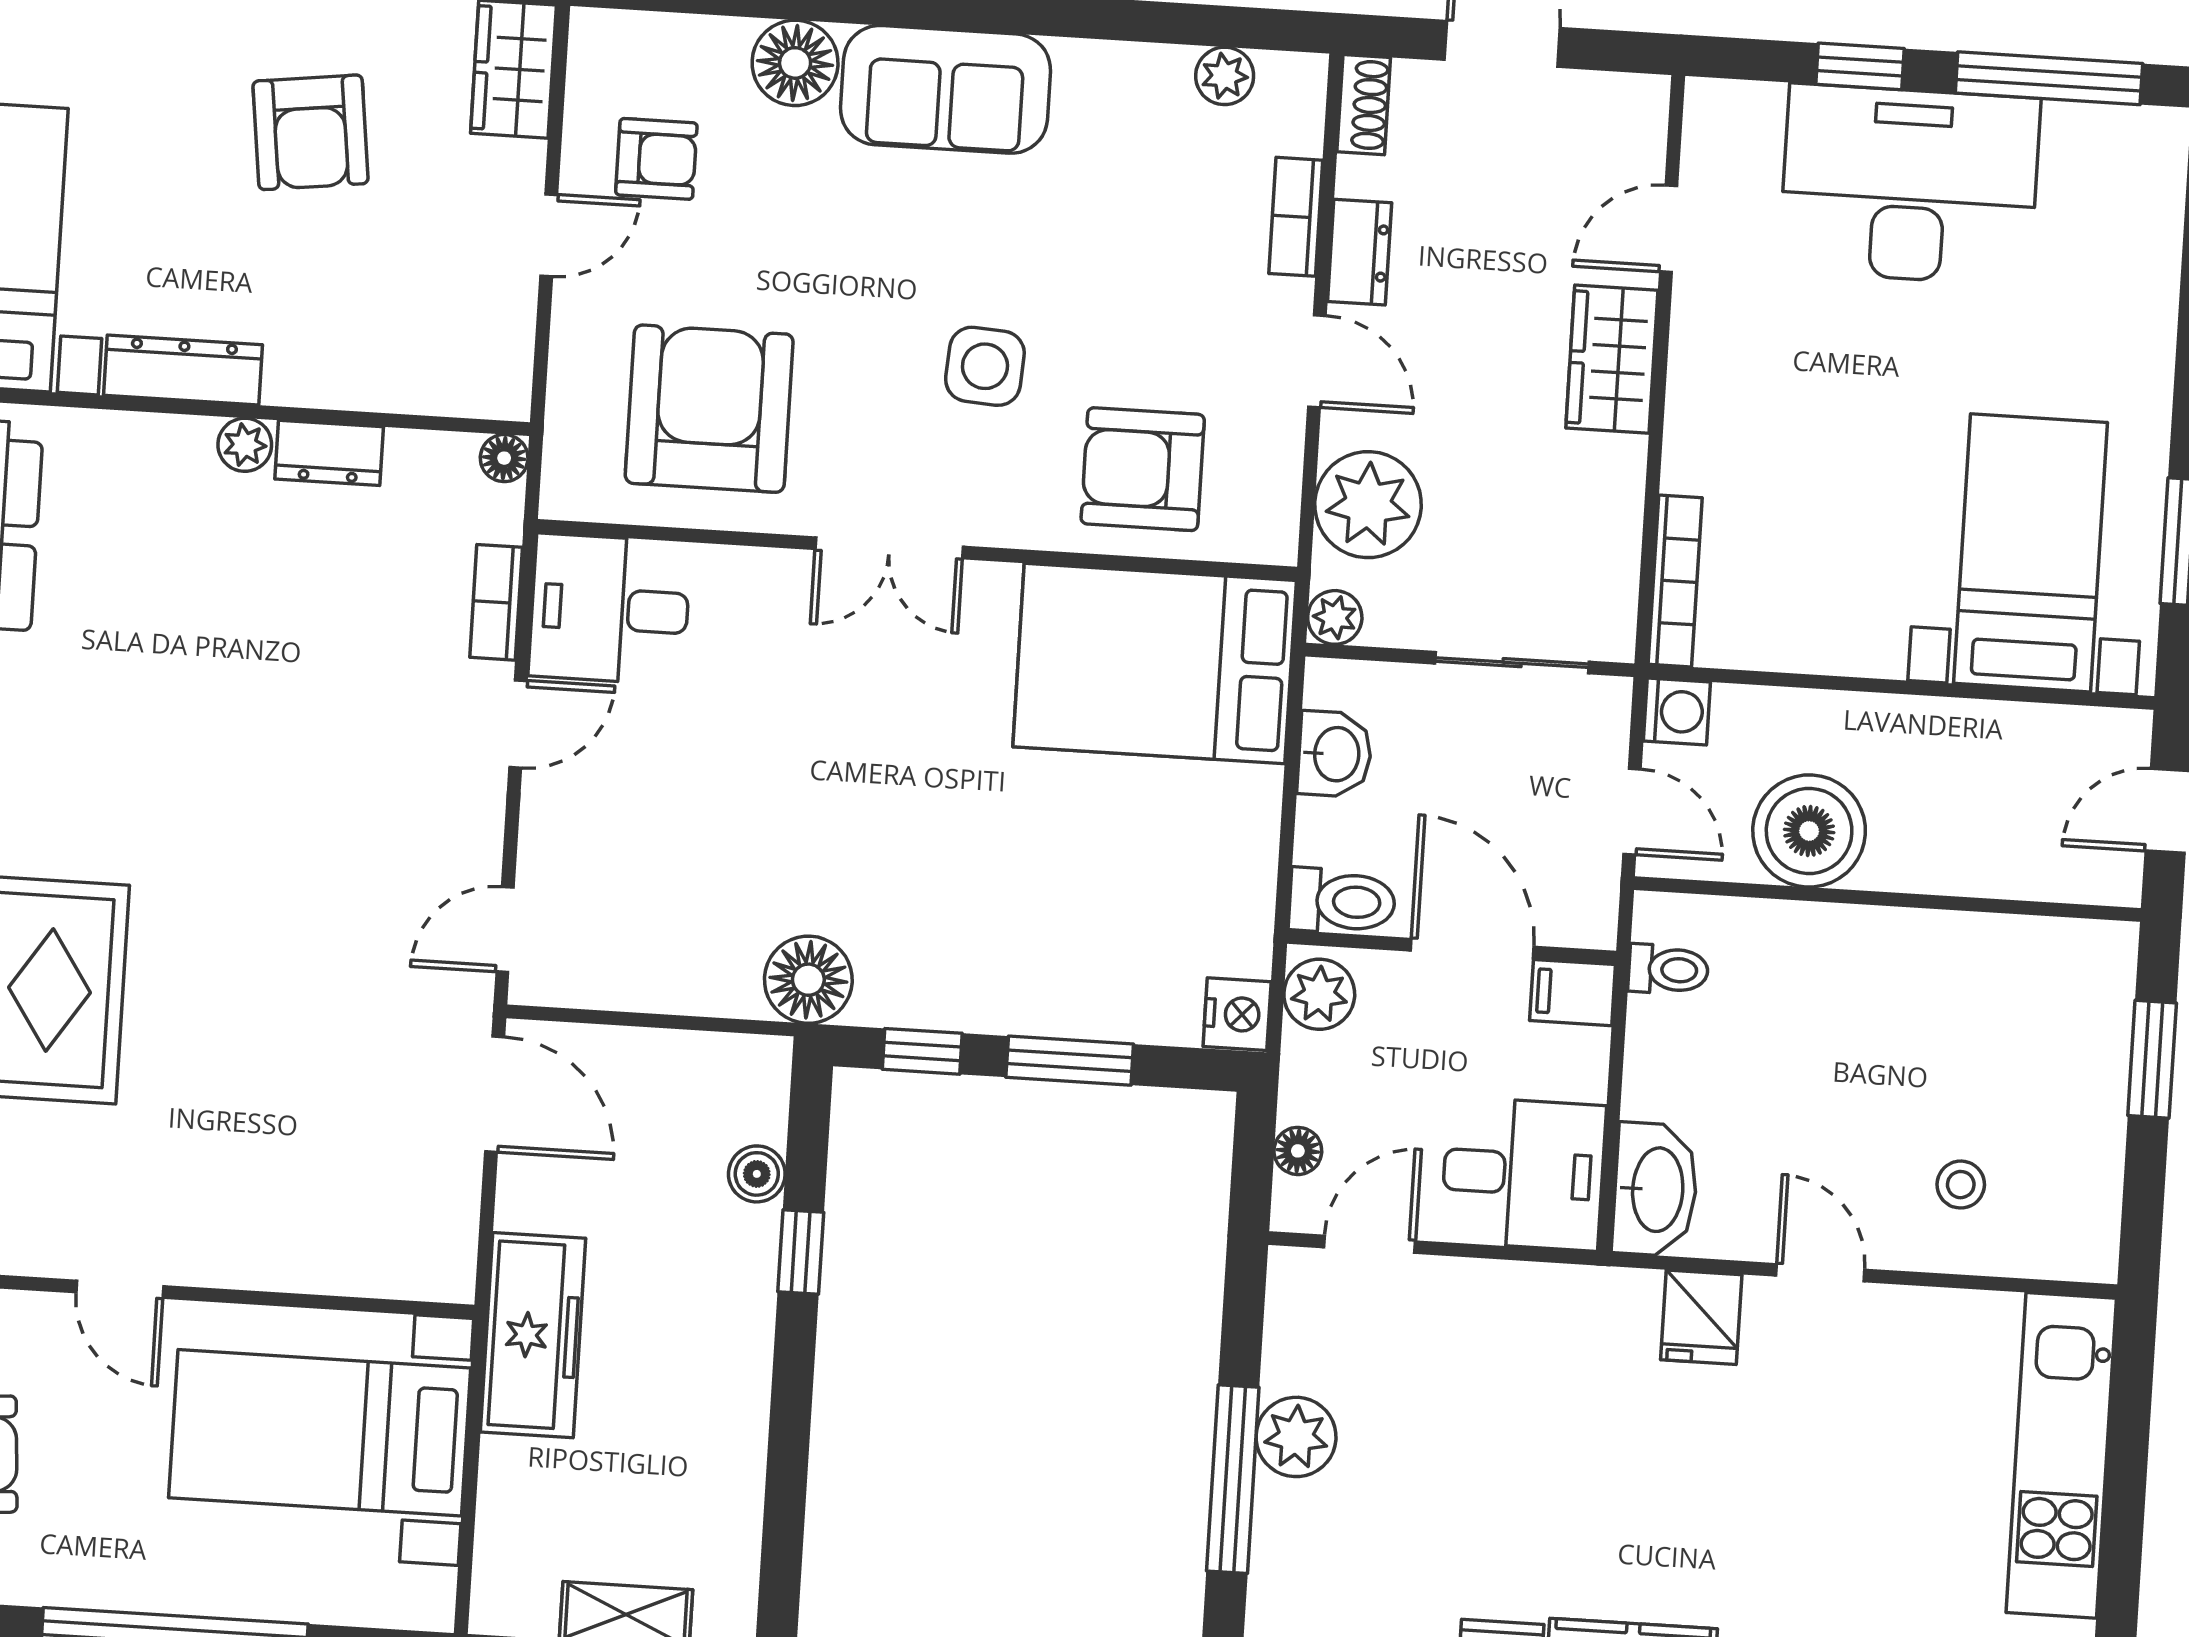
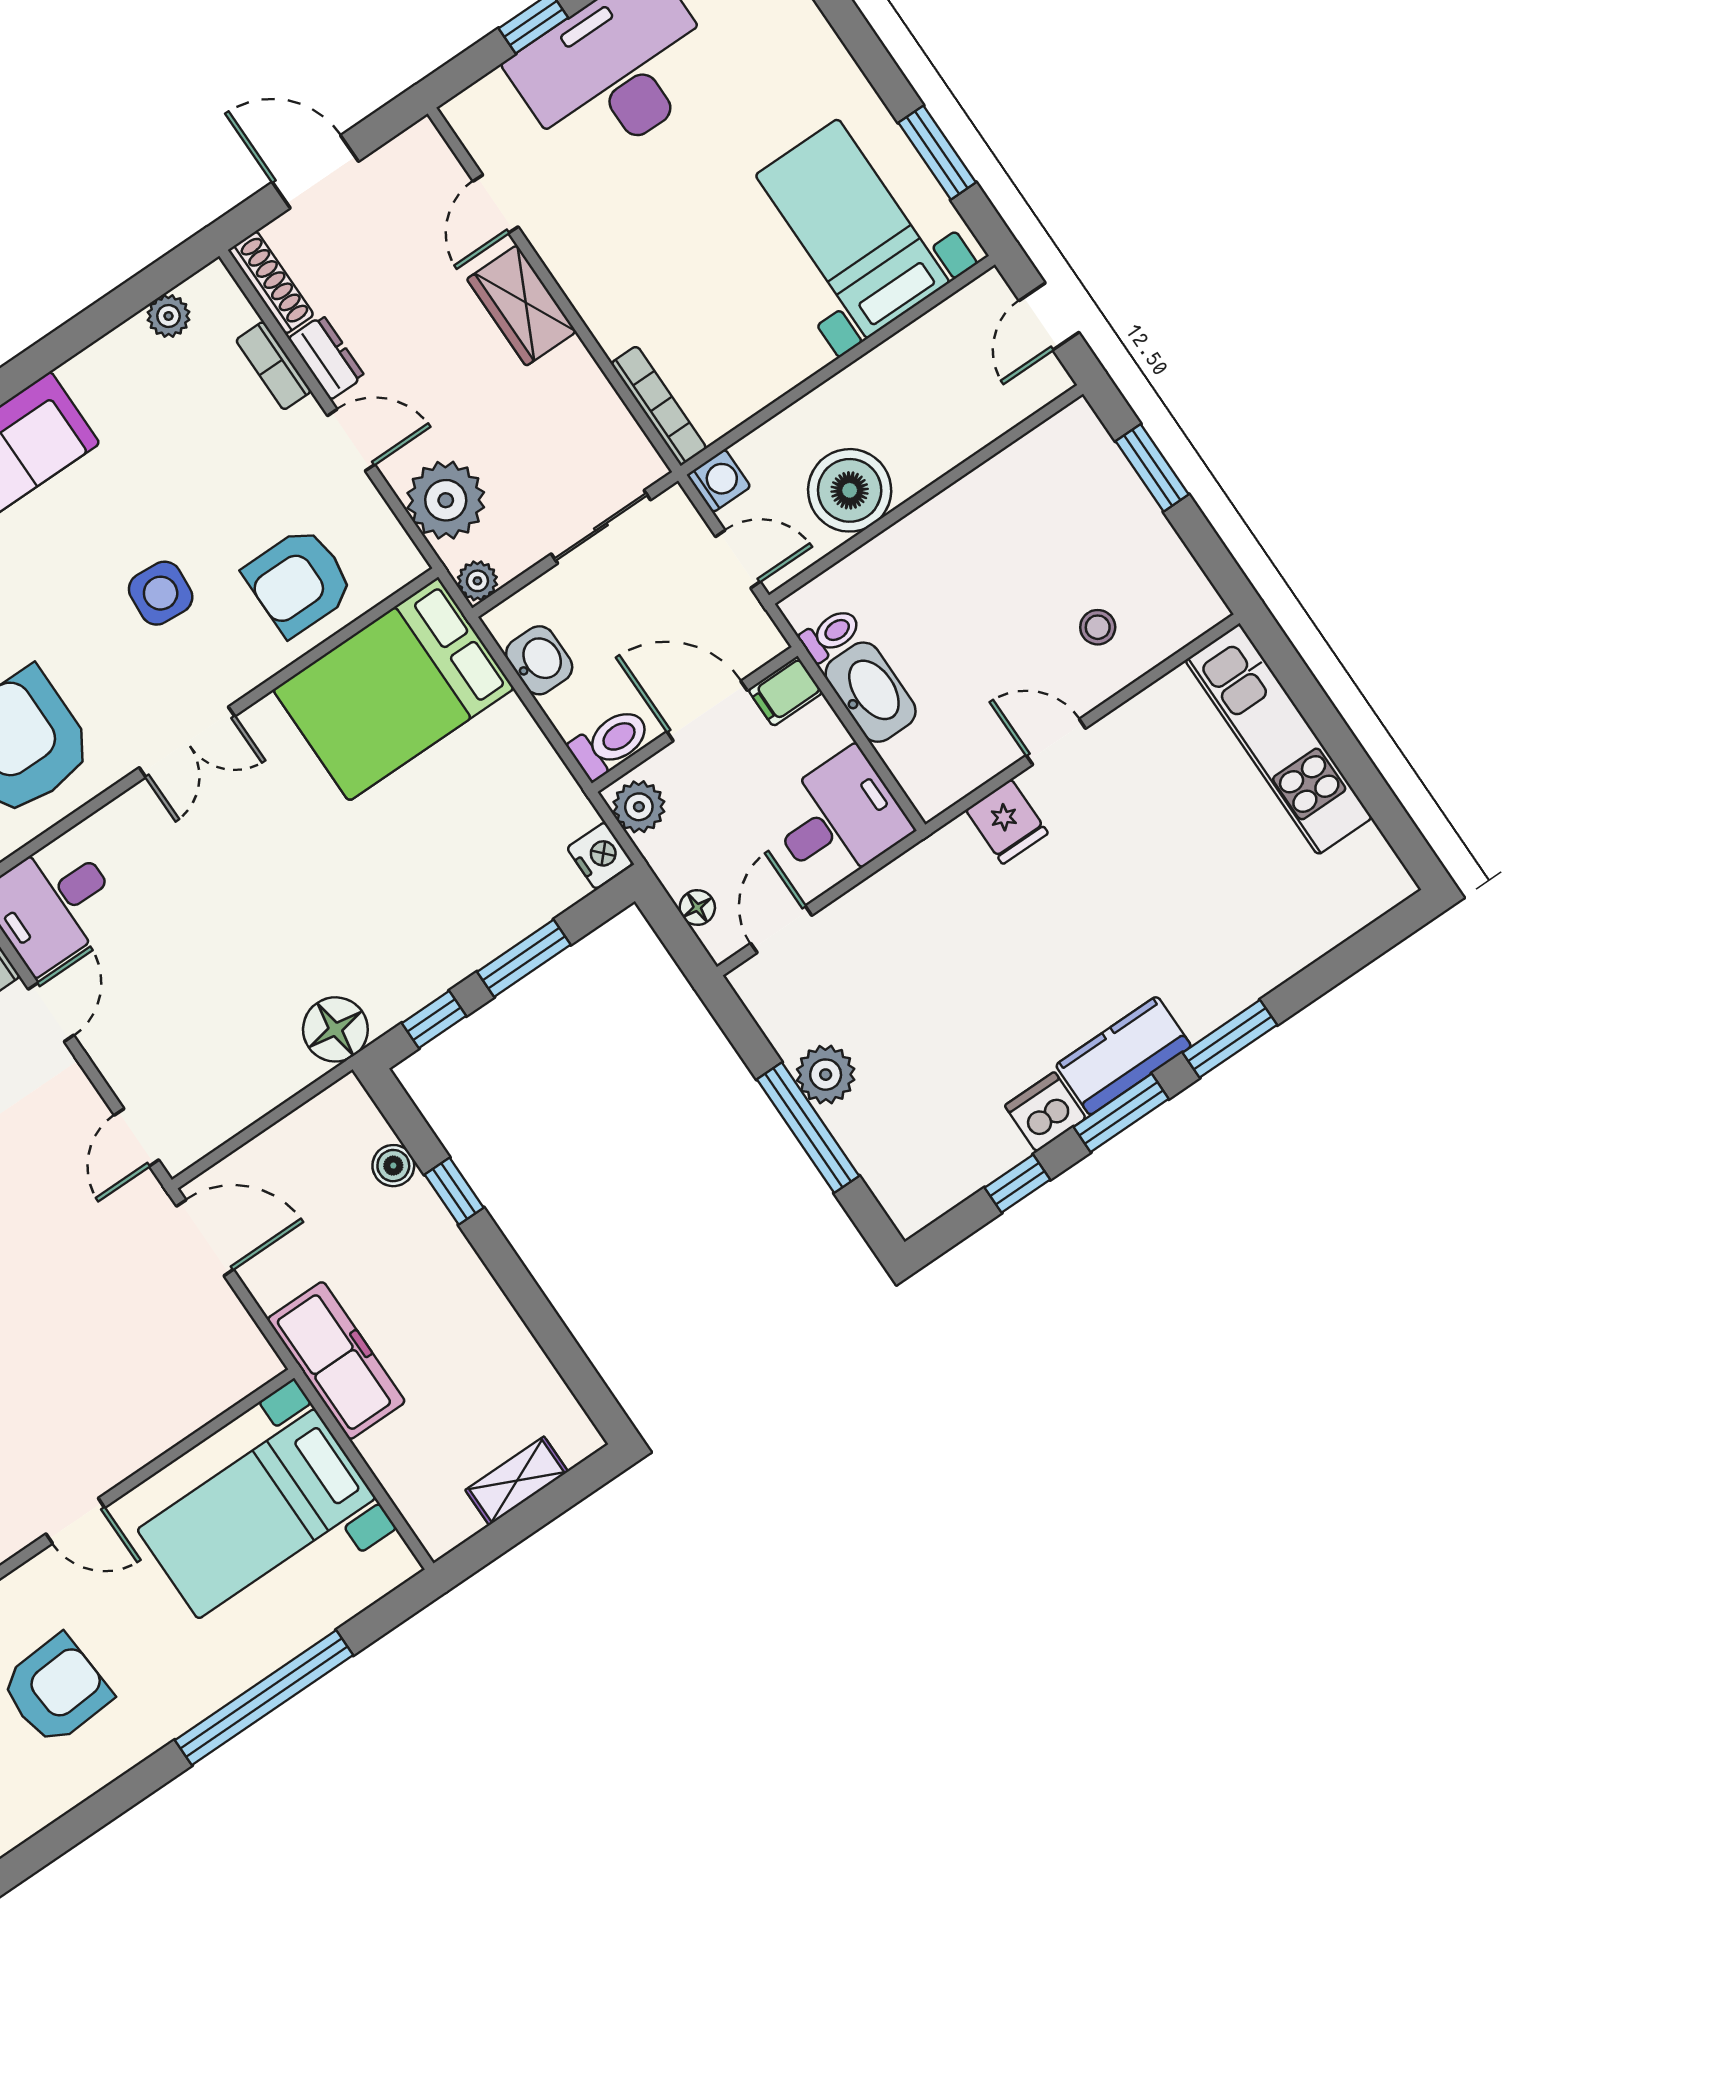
shoe rack: (1364, 105) -> (271, 283), width x1.43
washbasin: (1655, 1190) -> (871, 692), moved

